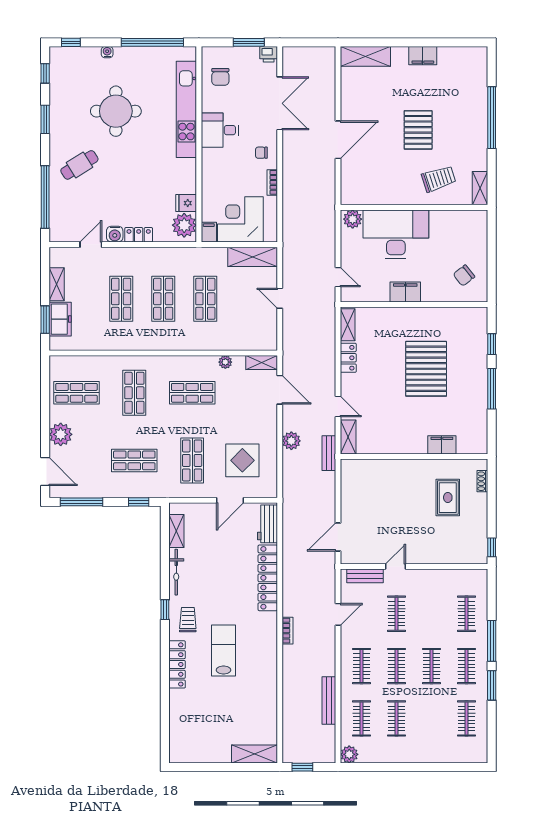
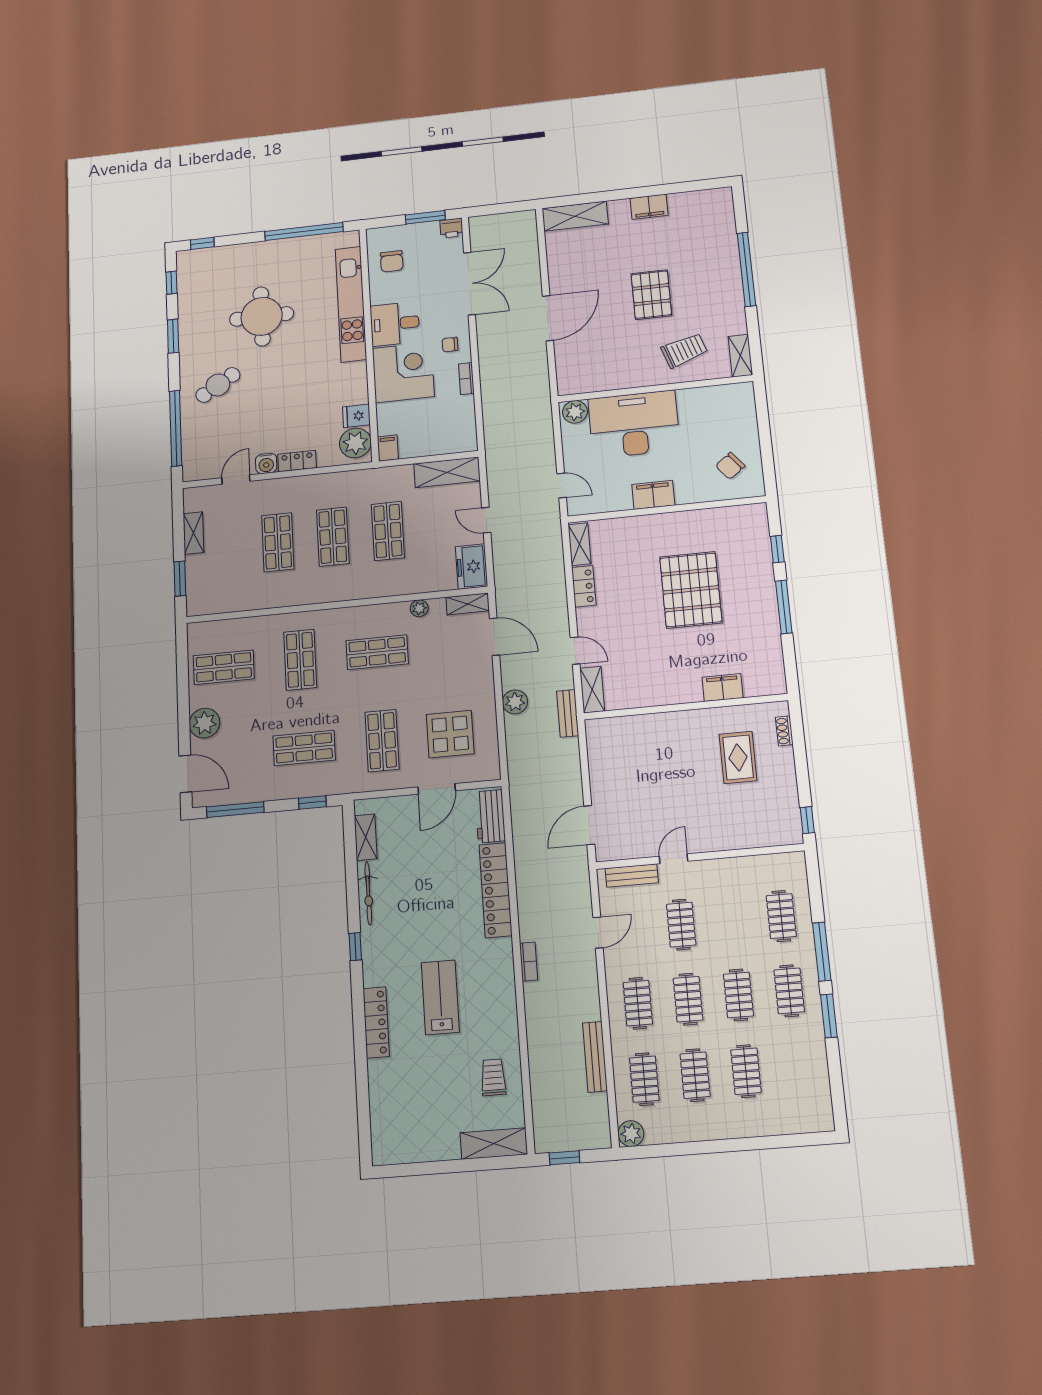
water cooler: (107, 52) -> (248, 249), removed
corner desk: (240, 219) -> (403, 372), moved, turned 90
freezer: (60, 319) -> (471, 567), moved, turned 180
trolley: (188, 620) -> (493, 1077), moved
clothes rail: (466, 718) -> (746, 1071), moved

